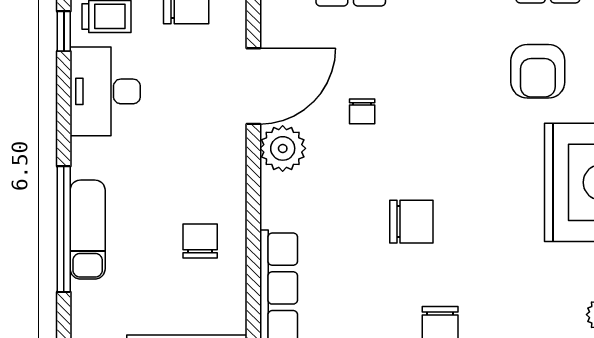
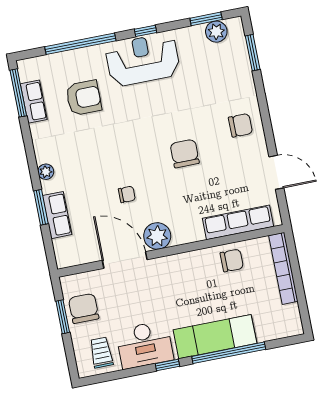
window: (64, 31) -> (167, 365), moved
exam couch: (88, 230) -> (215, 337), width x1.36, depth x1.45
chair: (200, 241) -> (232, 260), moved, turned 180

